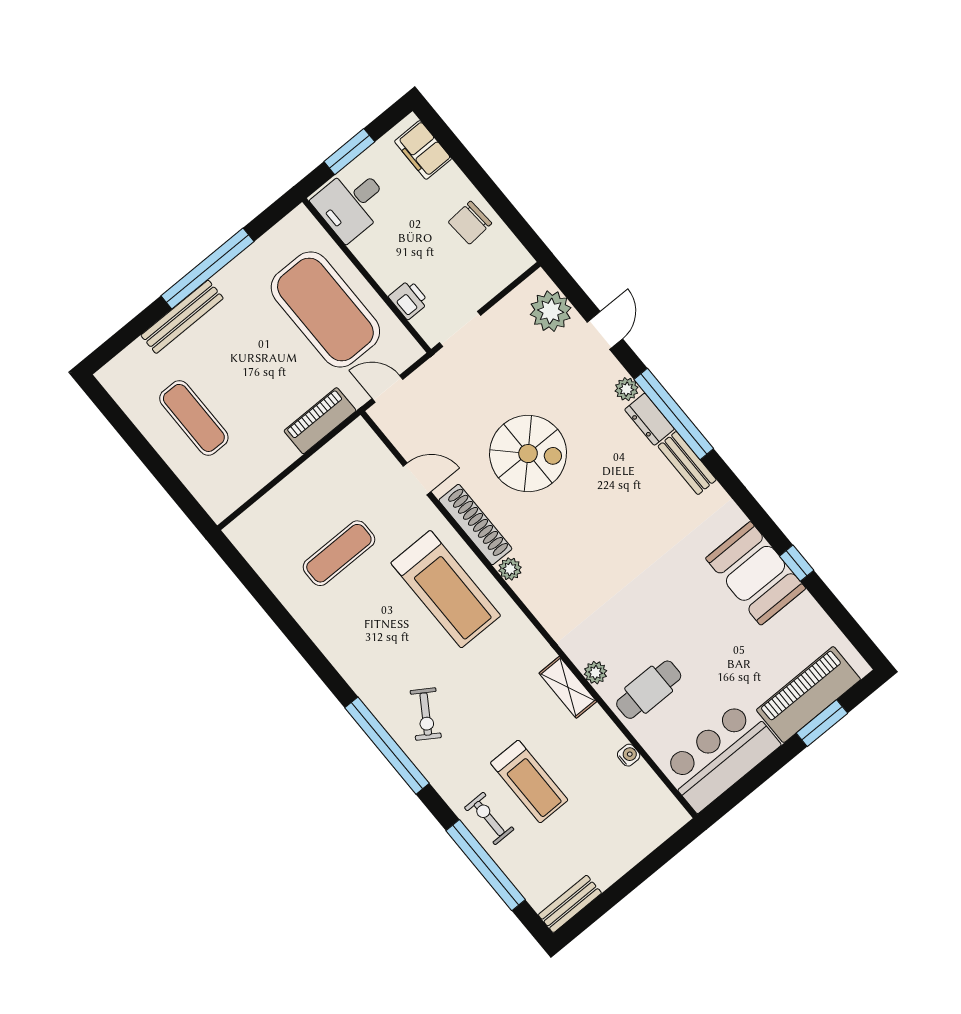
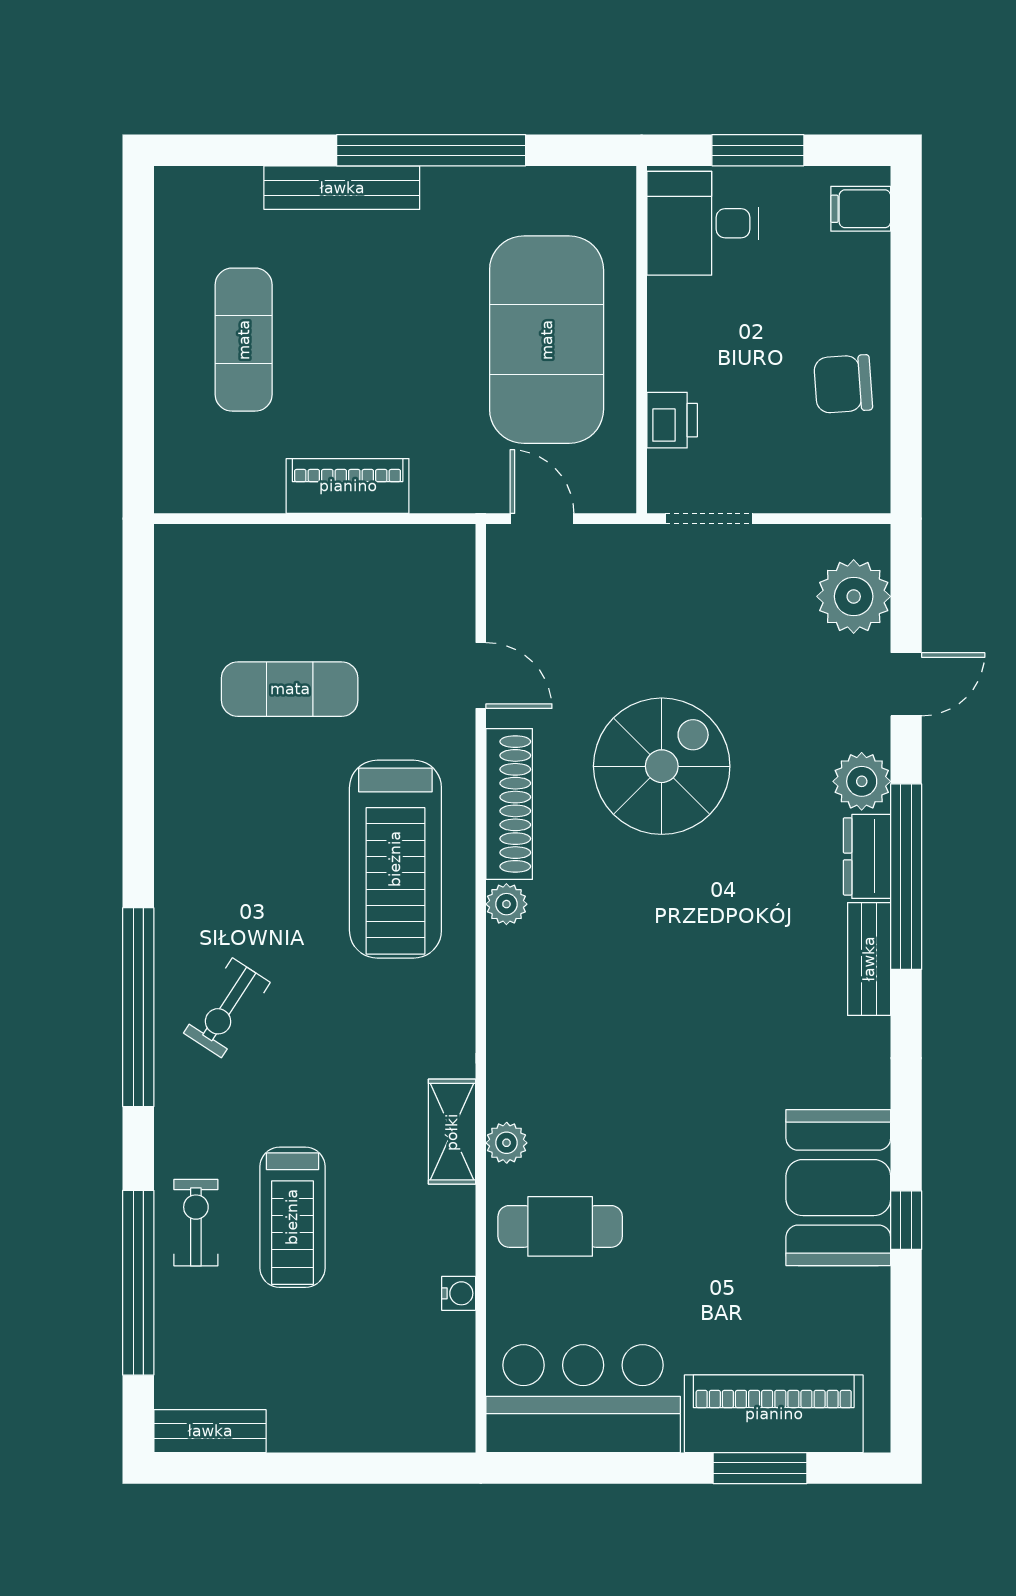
filing cabinet: (423, 150) -> (861, 209), width x0.50
plant: (627, 389) -> (862, 781), width x1.38, depth x1.38
piano: (320, 421) -> (348, 486), moved
spiral stairs: (528, 454) -> (662, 766), turned -90

